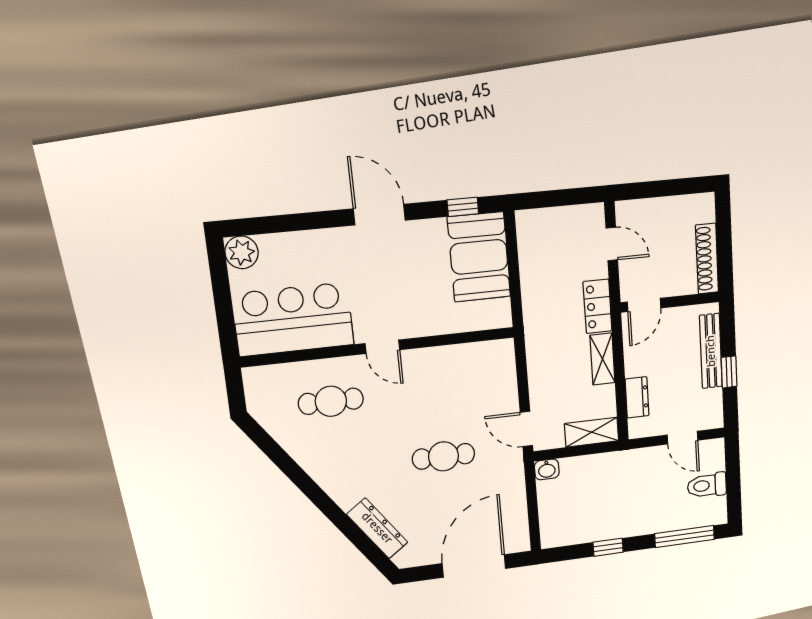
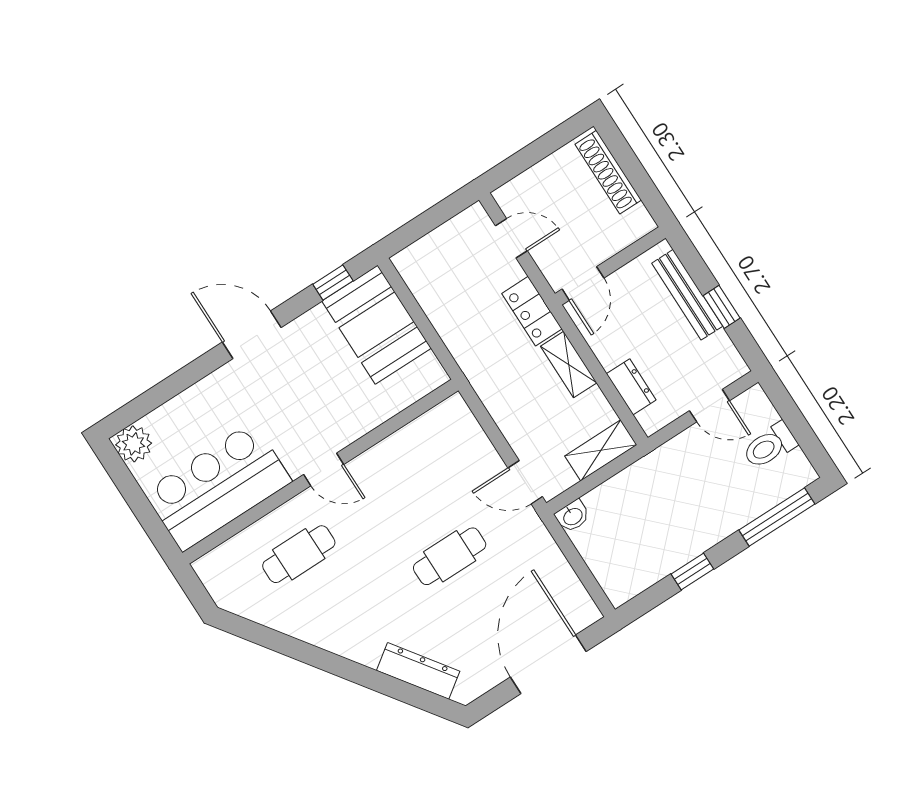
shoe rack: (707, 259) -> (608, 172), moved

